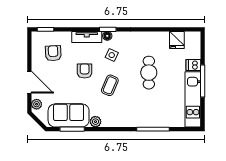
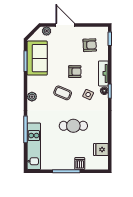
door: (29, 82) -> (65, 25), swing flipped
kitchen unit: (193, 99) -> (34, 146), moved, turned 90
plant: (95, 122) -> (32, 97), moved

